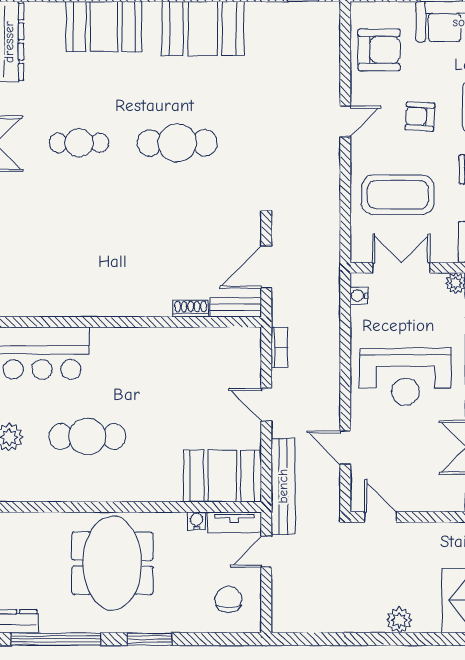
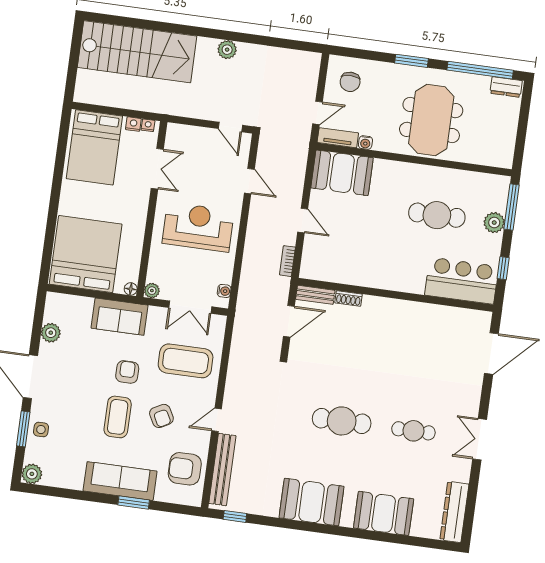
armchair: (420, 116) -> (161, 416), turned 59
bench: (283, 486) -> (222, 470), moved

